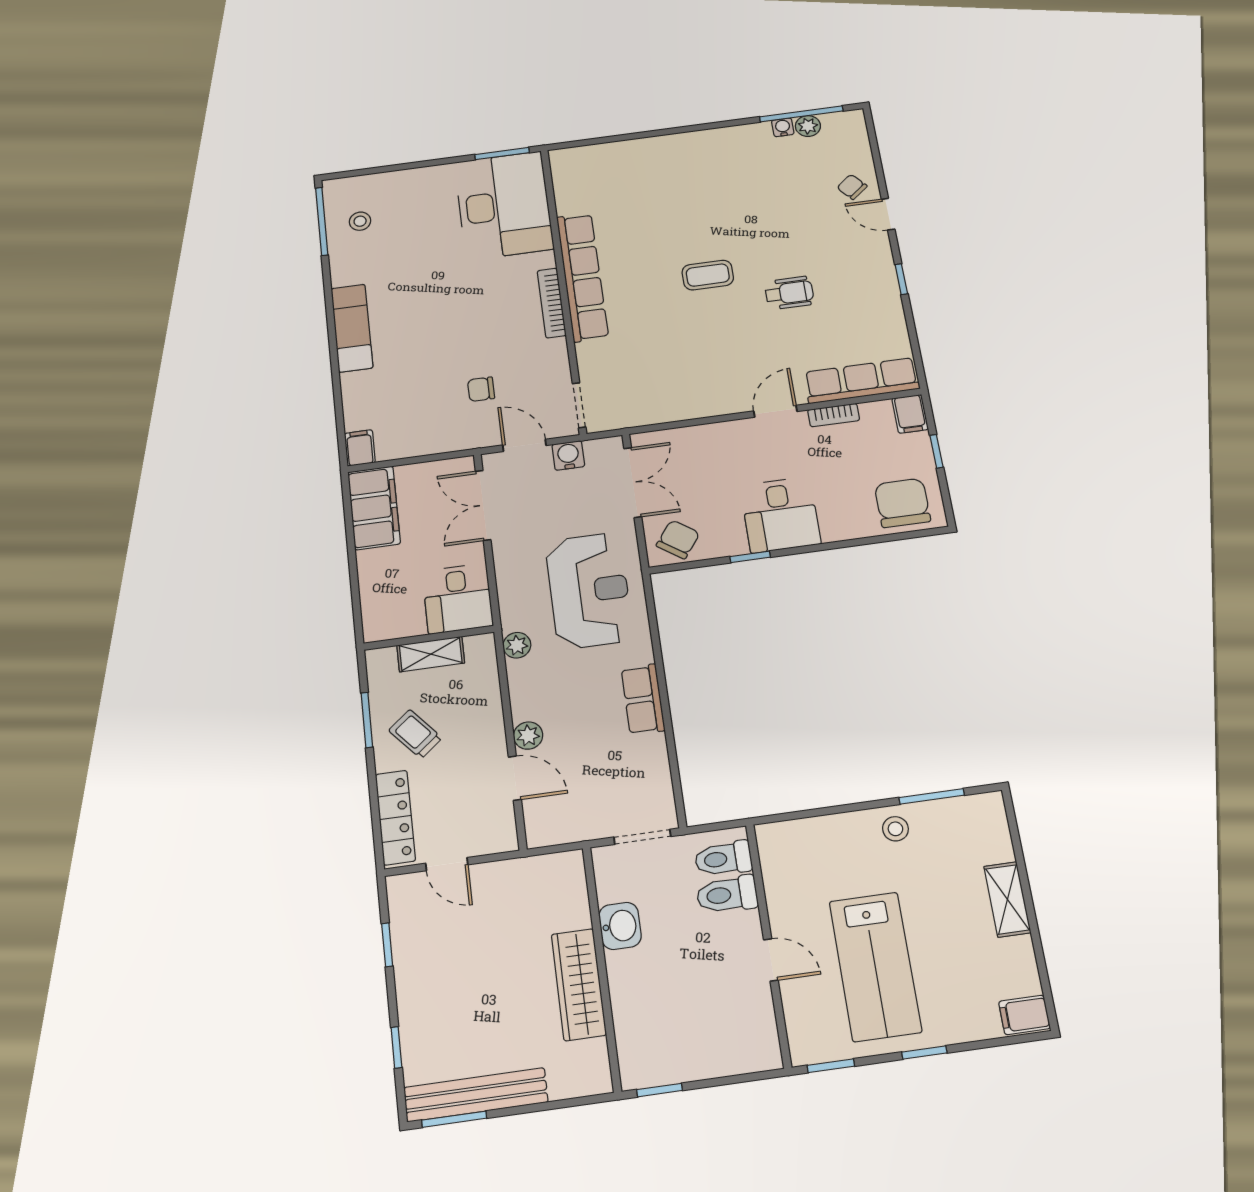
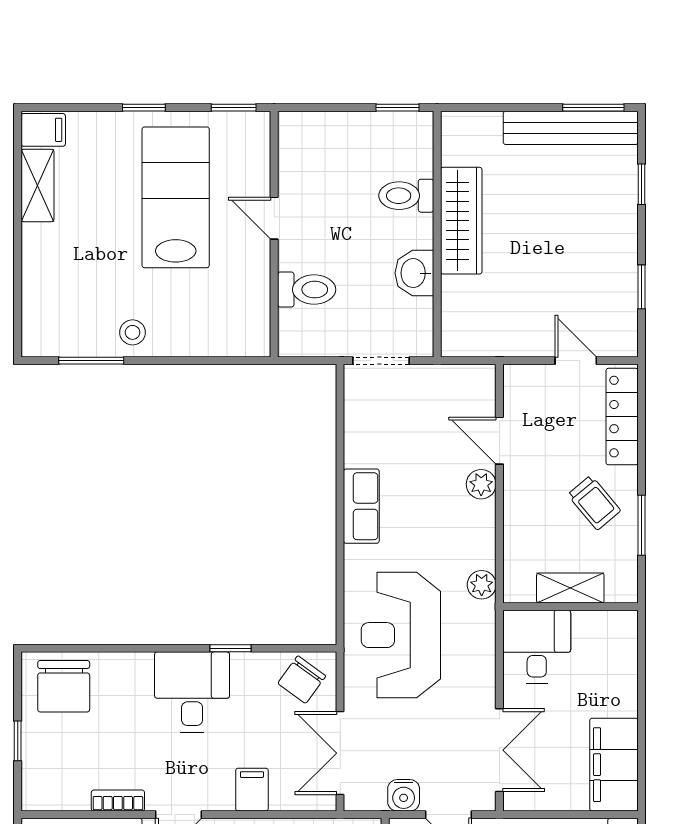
filing cabinet: (910, 414) -> (252, 790), moved
toilet: (723, 859) -> (406, 196), moved, turned 180
shelving: (1007, 899) -> (38, 185), moved

